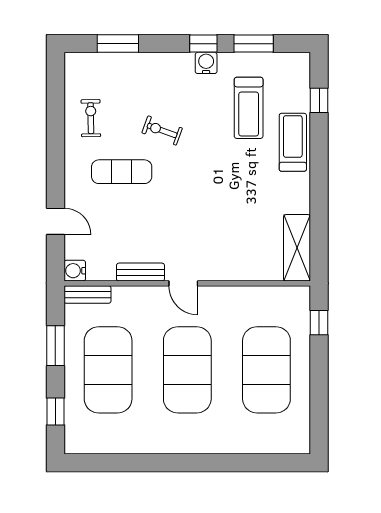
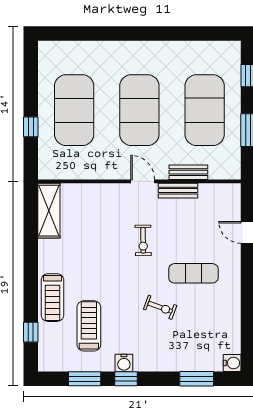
exercise bike: (91, 118) -> (143, 240), moved
water cooler: (75, 271) -> (232, 363), moved
bench: (87, 294) -> (188, 172), moved
window: (319, 323) -> (31, 127), moved

